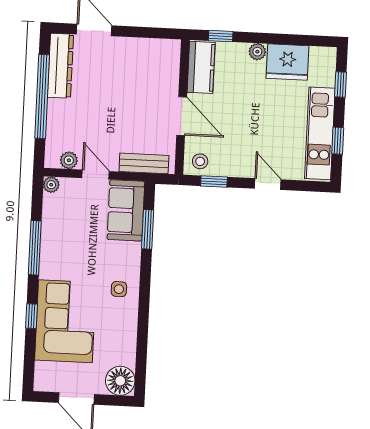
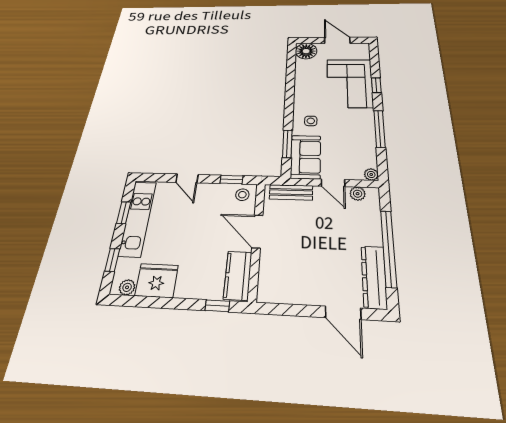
plant: (257, 52) -> (127, 287), moved
side table: (119, 289) -> (311, 121), moved

